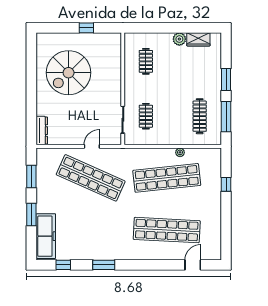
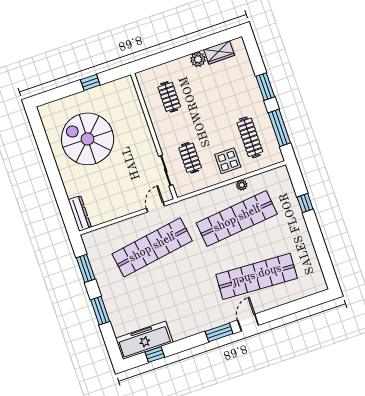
spiral stairs: (69, 73) -> (88, 139), turned 90
display table: (175, 129) -> (228, 161), added
door: (92, 146) -> (156, 207), moved
shop shelf: (91, 178) -> (152, 247), turned -33
freezer: (46, 236) -> (144, 340), moved, turned -90
window: (104, 265) -> (219, 333), moved
door: (193, 265) -> (248, 323), moved

